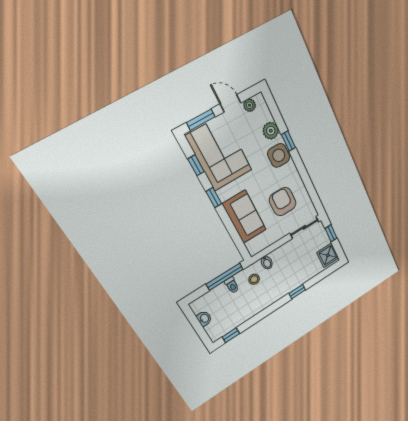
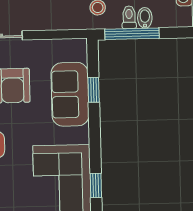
window: (214, 198) -> (94, 90), moved
bidet: (267, 262) -> (145, 18), moved

